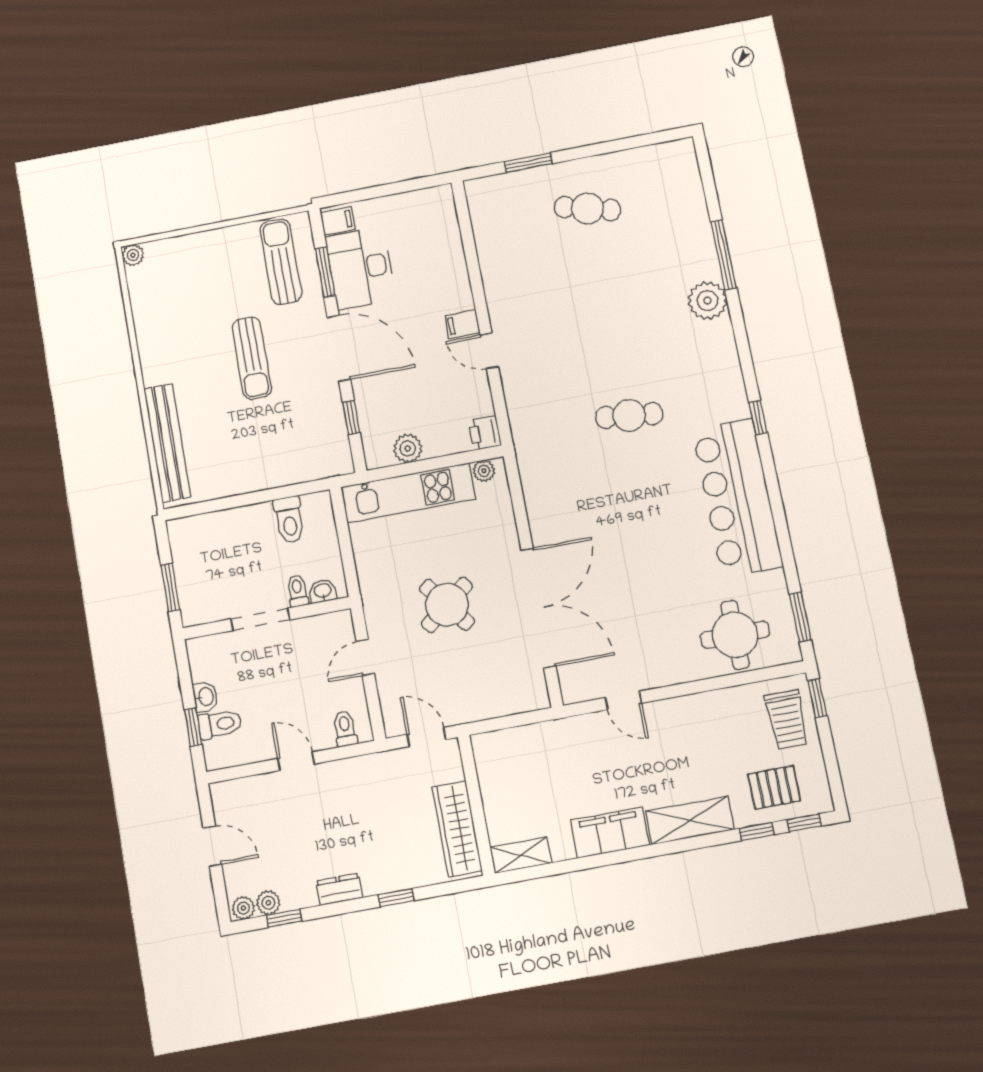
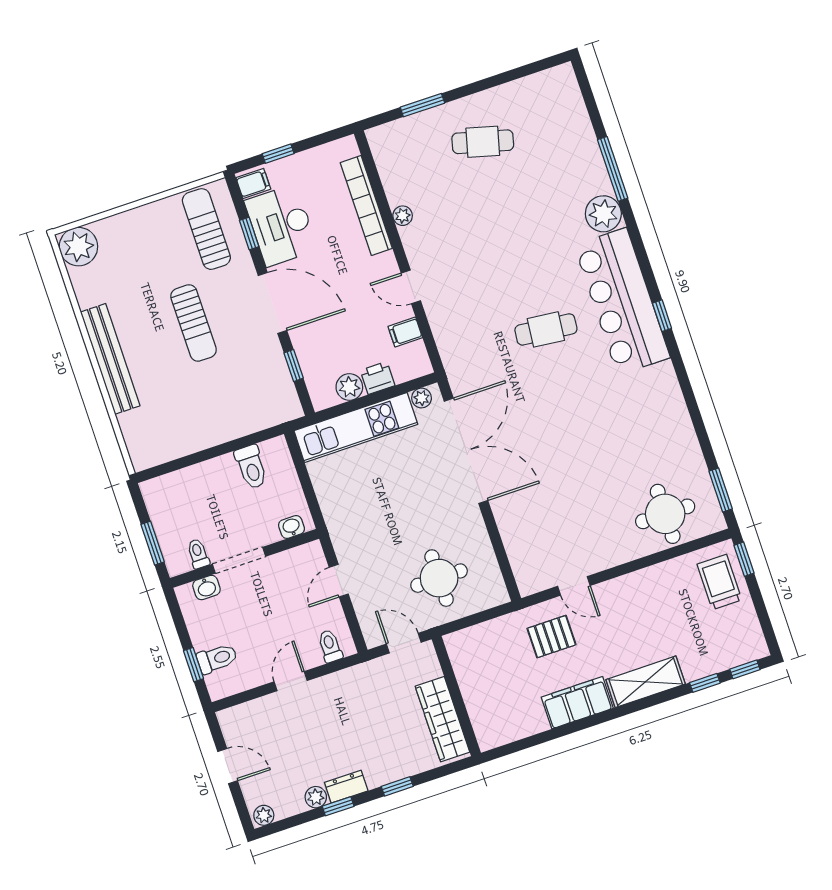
window: (369, 193) -> (278, 154), added
plant: (133, 255) -> (78, 247), width x1.87, depth x1.87
bookcase: (454, 259) -> (366, 205), added
window: (325, 272) -> (249, 233), width x0.67
plant: (491, 275) -> (403, 216), added
filing cabinet: (462, 324) -> (405, 332), moved
printer: (485, 433) -> (378, 378), moved, turned 90
bench: (167, 443) -> (110, 359), moved
bar counter: (737, 498) -> (622, 301), moved
toilet: (297, 591) -> (198, 554), moved
round table: (447, 605) -> (439, 578), moved, turned 38
double door: (538, 608) -> (466, 451), moved
washbasin: (205, 697) -> (206, 588), moved, turned 90
trolley: (787, 720) -> (719, 582), turned 180
door: (296, 761) -> (291, 681), hinge flipped
pallet: (774, 787) -> (551, 637), moved
shelving: (521, 855) -> (502, 734), removed
plant: (268, 903) -> (316, 797), moved
window: (284, 918) -> (338, 806), moved

